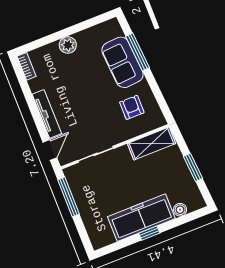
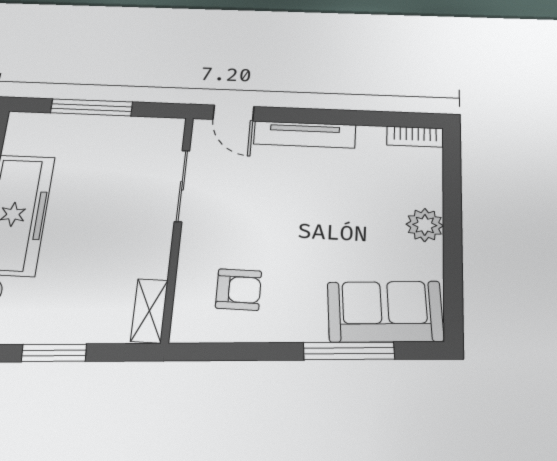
sofa: (123, 62) -> (385, 312), moved
shelving: (151, 144) -> (149, 311), width x0.67, depth x0.75
window: (68, 197) -> (92, 107), moved

